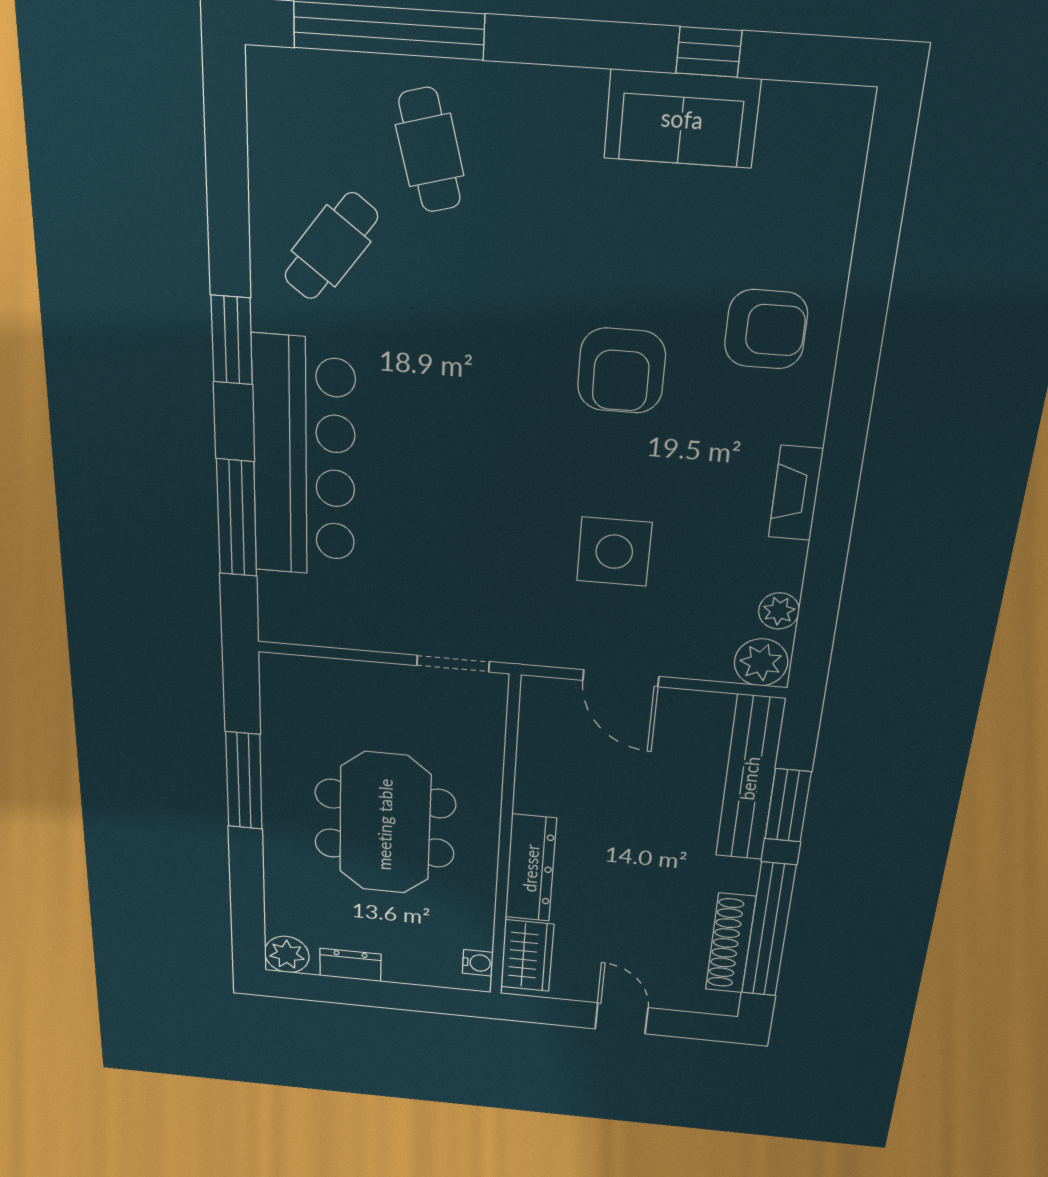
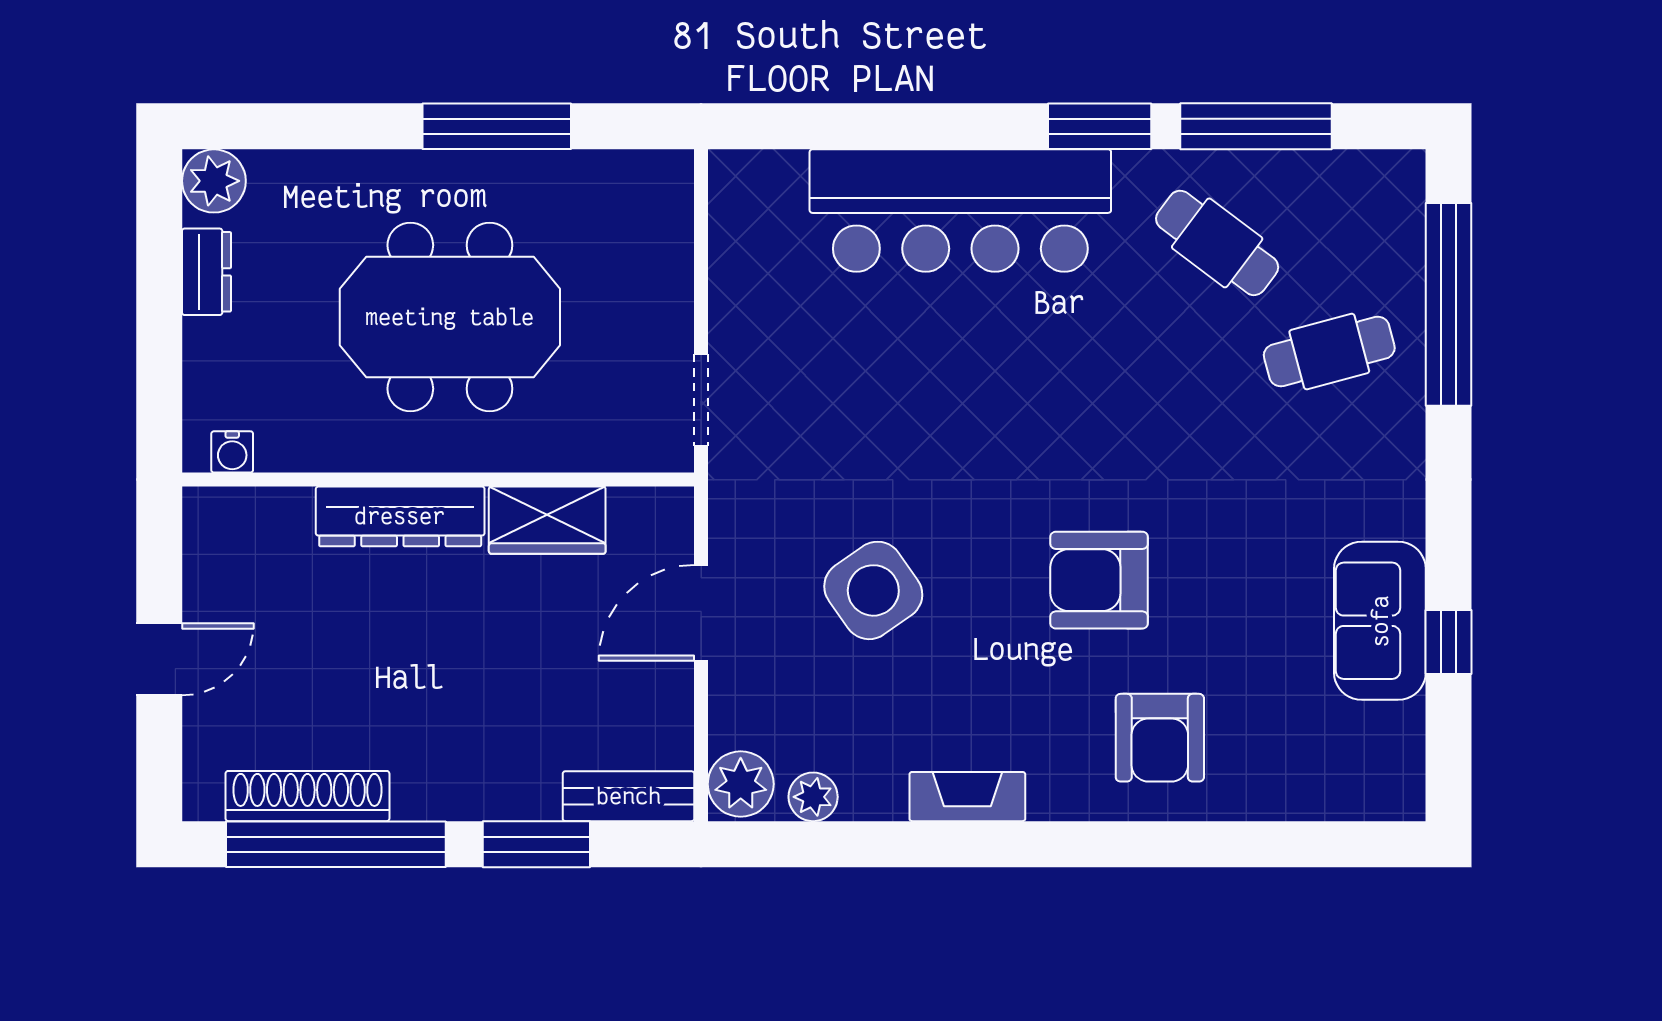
window: (237, 518) -> (1256, 126), moved
side table: (614, 552) -> (873, 590), turned -35
bench: (750, 778) -> (629, 796), width x0.54, depth x0.82
wardrobe: (527, 956) -> (547, 520), moved

